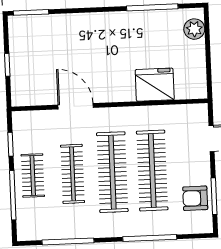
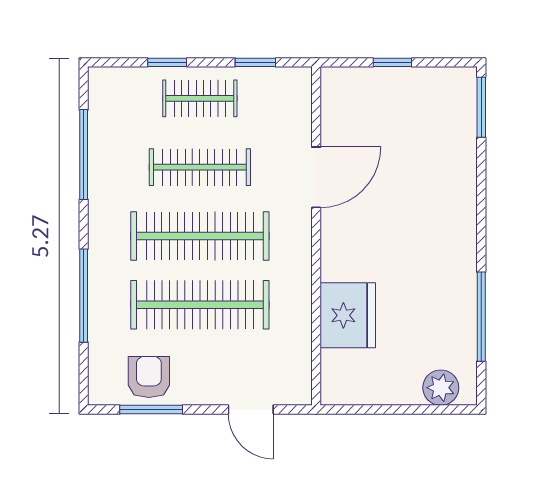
window: (13, 195) -> (167, 62), width x0.46

